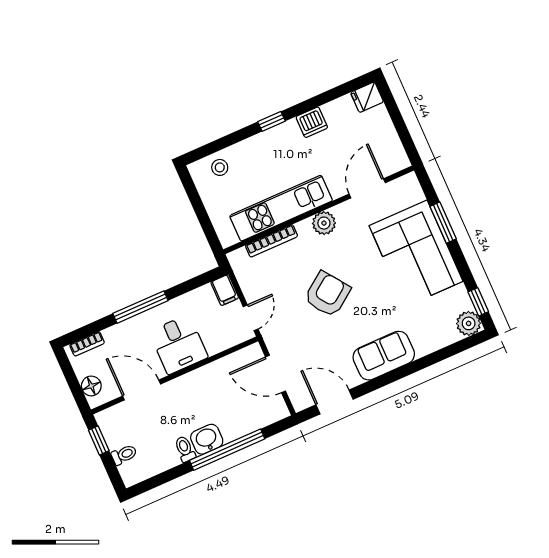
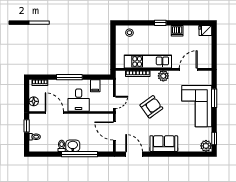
filing cabinet: (225, 290) -> (95, 86), moved

